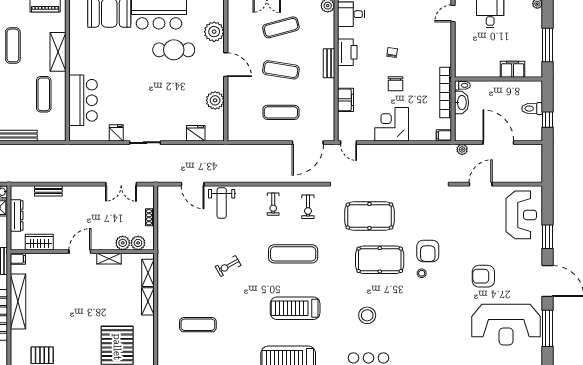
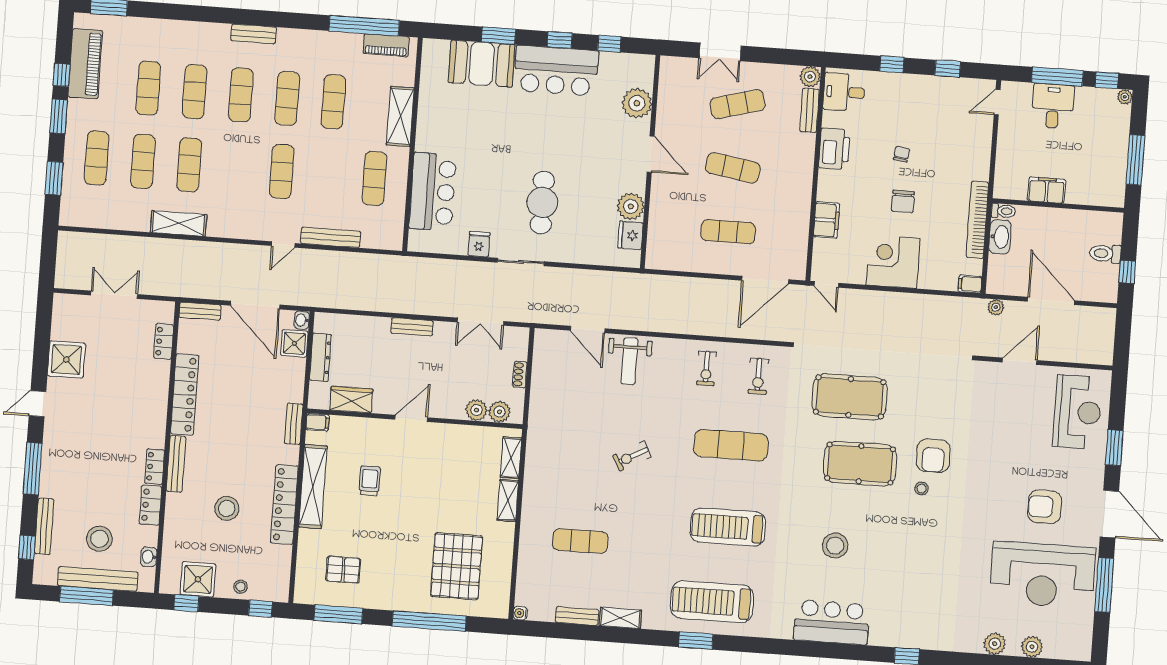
cafe table: (174, 50) -> (542, 202), moved, turned 90
bench: (329, 63) -> (810, 110), moved
filing cabinet: (513, 69) -> (1047, 190), moved
fridge: (196, 133) -> (631, 235), moved, turned -90
bench: (48, 191) -> (412, 327), moved
shelving: (109, 259) -> (454, 432), removed
armchair: (483, 276) -> (1045, 507), moved
trolley: (55, 295) -> (370, 481), added

